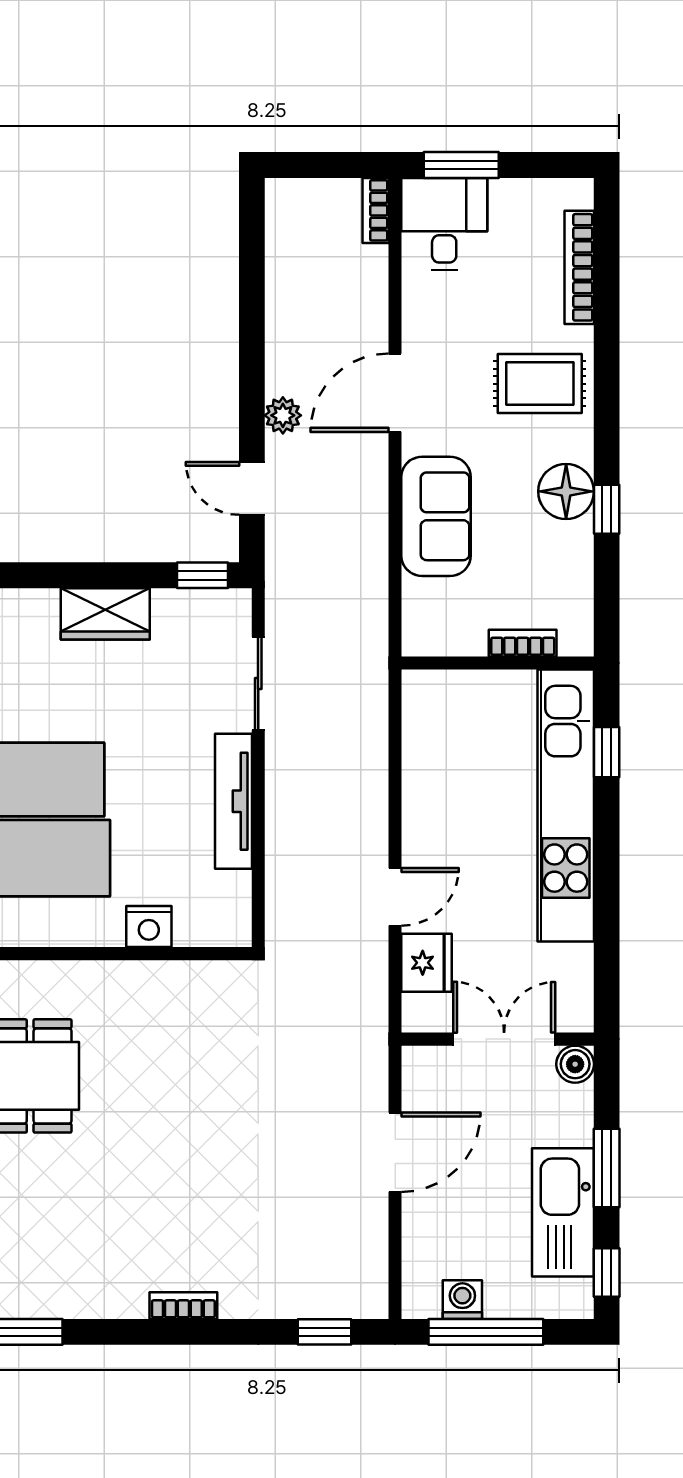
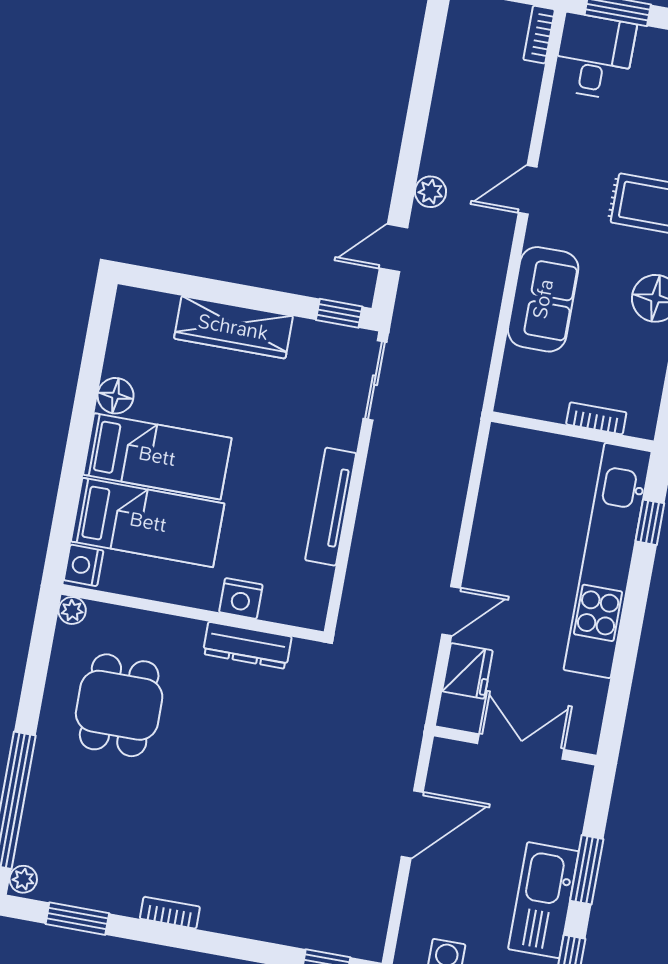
door: (395, 393) -> (528, 190), width x0.73
door: (252, 488) -> (393, 248), hinge flipped
wardrobe: (105, 614) -> (233, 327), width x1.50
sliding door: (258, 684) -> (375, 380), moved
dresser: (166, 980) -> (247, 645), added
boiler: (575, 1064) -> (576, 778), removed
bookcase: (183, 1306) -> (170, 913), moved

